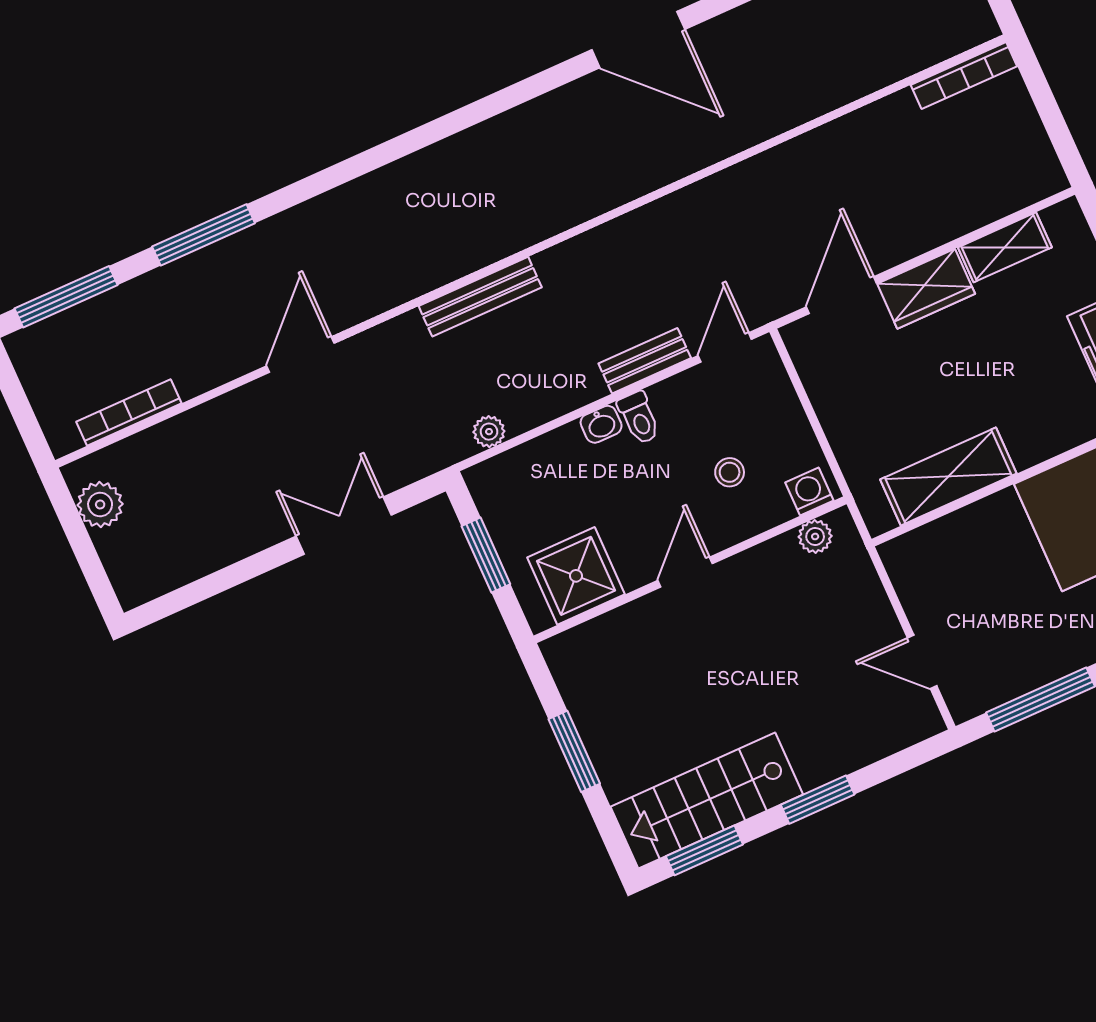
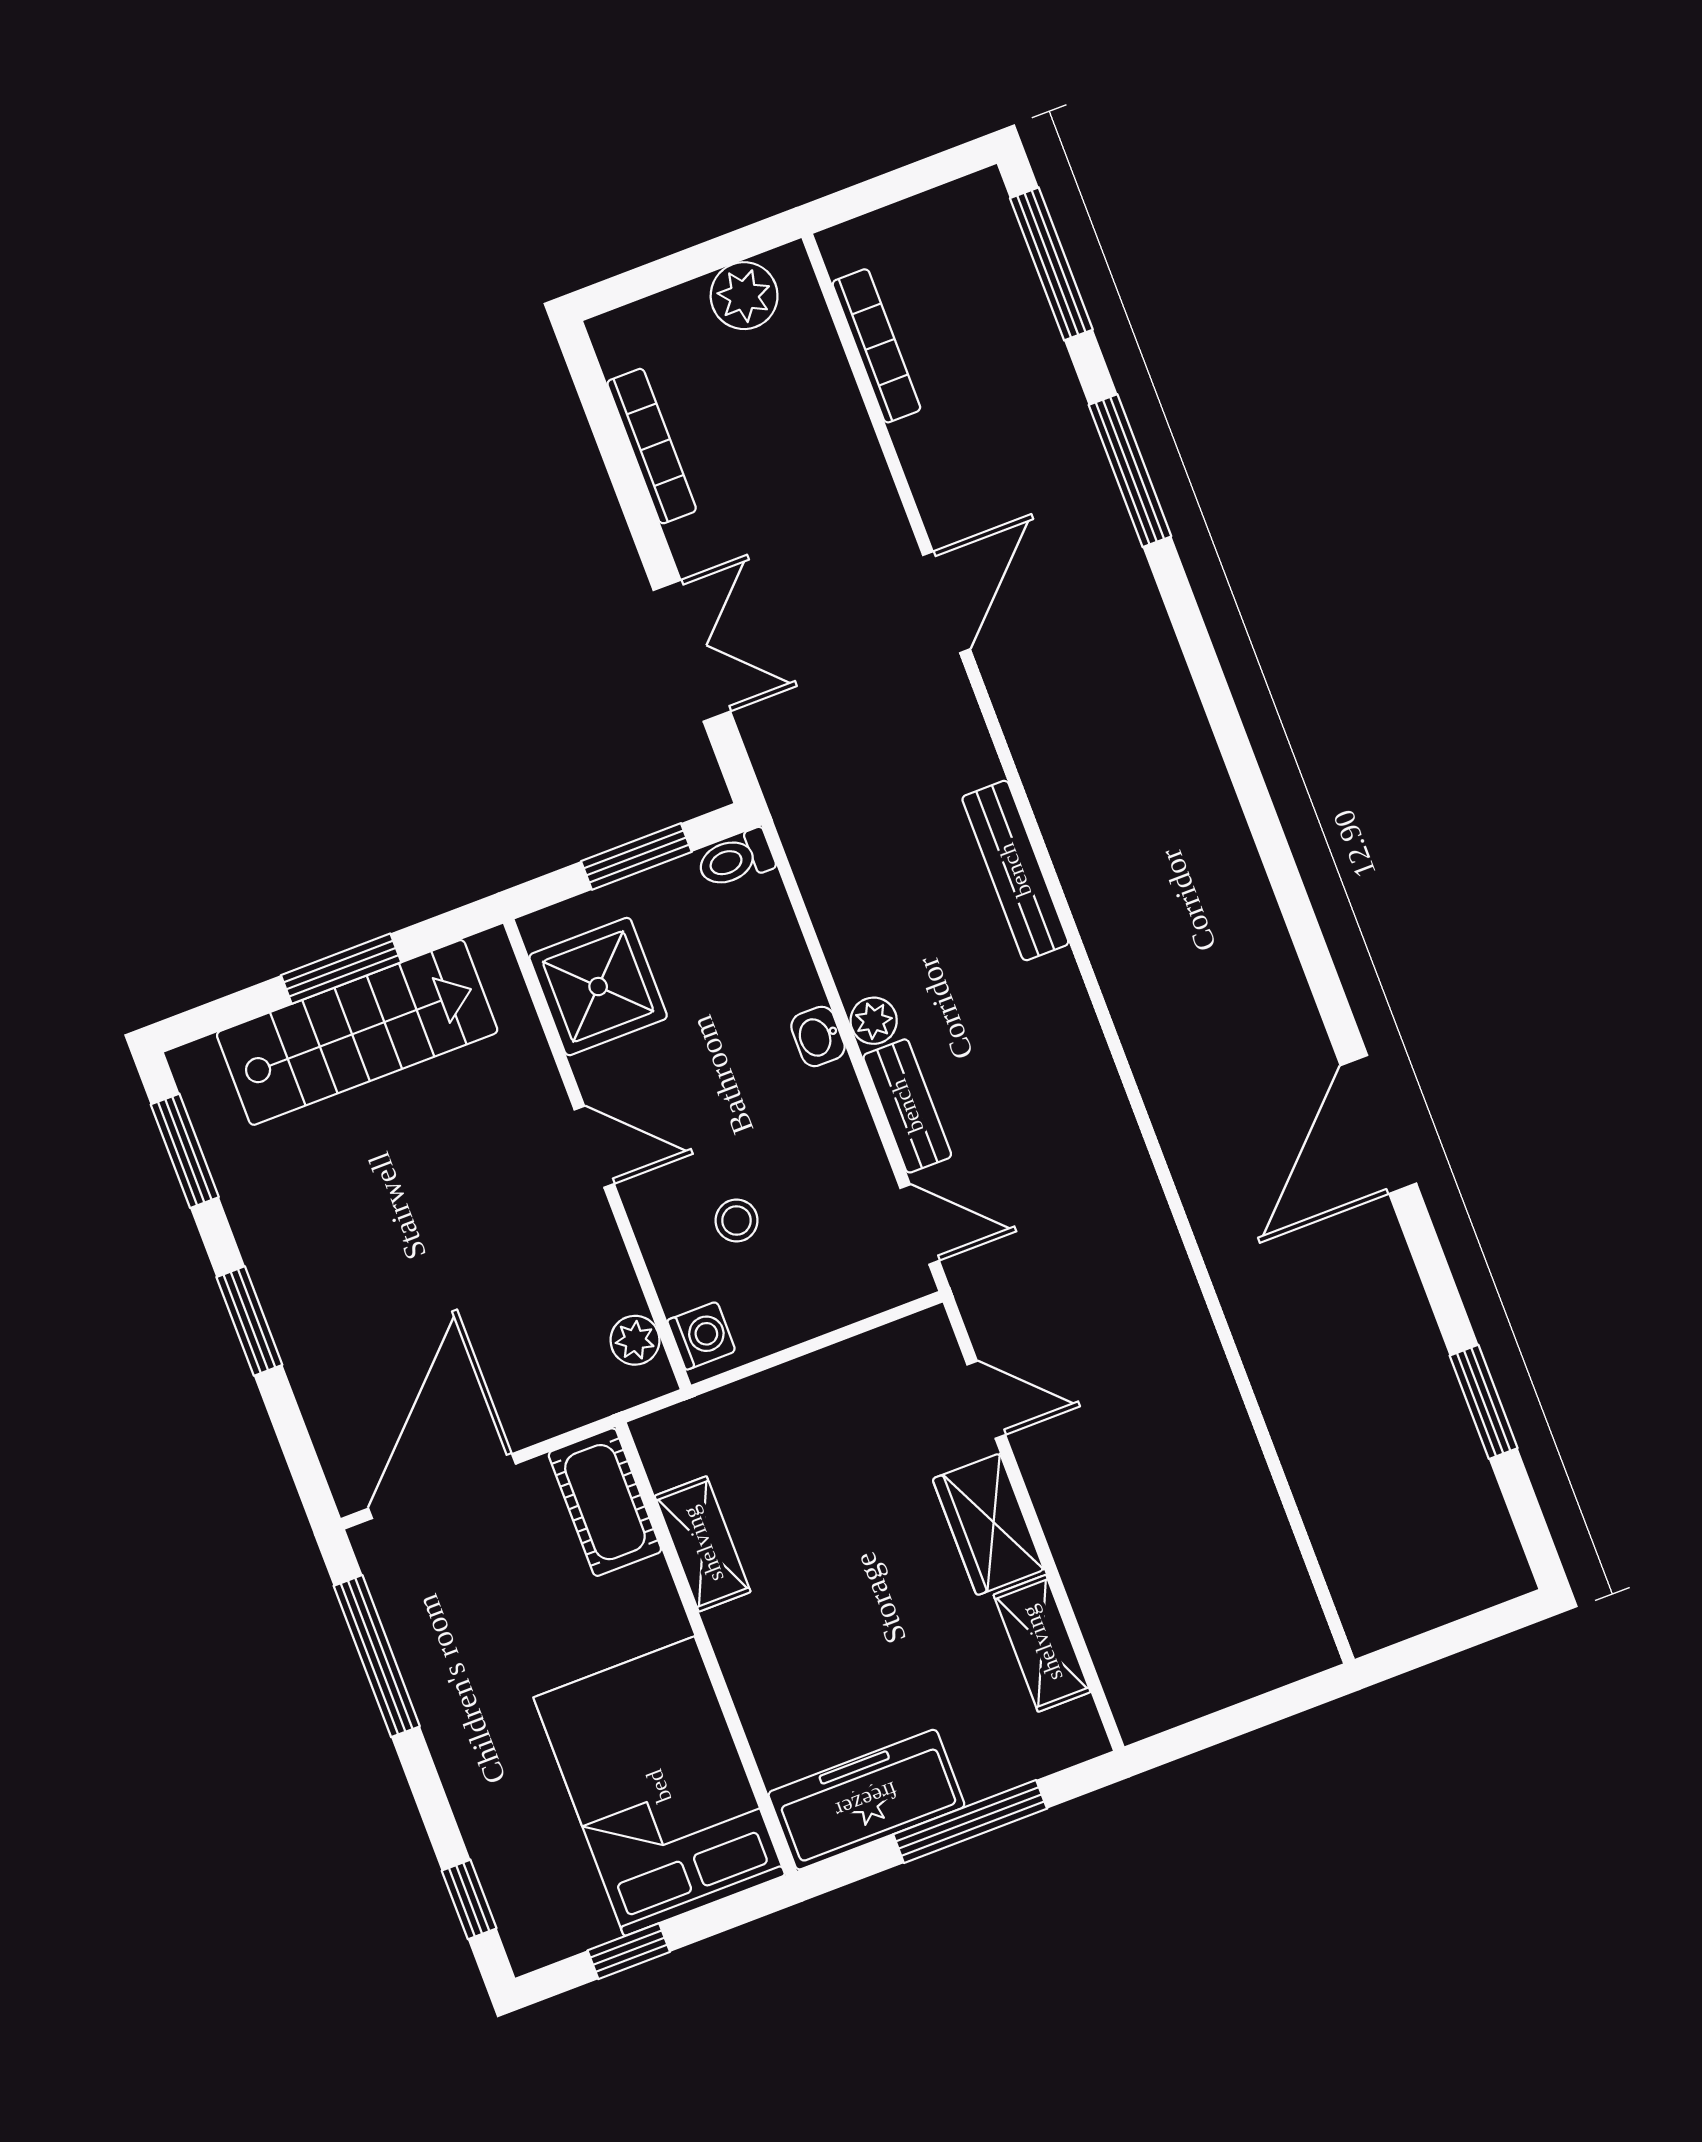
bookcase: (964, 76) -> (652, 446), moved, turned 180
door: (841, 295) -> (986, 1400), width x0.73
door: (300, 354) -> (946, 602), hinge flipped
toilet: (639, 418) -> (736, 859), moved
plant: (489, 432) -> (874, 1021), moved
shelving: (948, 476) -> (703, 1544), width x0.67, depth x0.75
cot: (926, 550) -> (605, 1502), added
door: (922, 662) -> (442, 1486), width x1.87
stairs: (707, 801) -> (357, 1032), moved, turned 90

